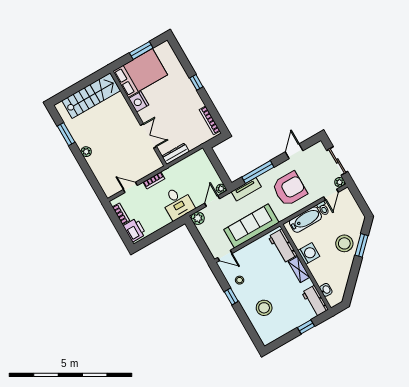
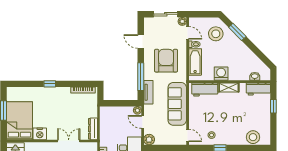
stool: (344, 243) -> (216, 34), moved
door: (225, 256) -> (188, 135), hinge flipped
stool: (264, 308) -> (253, 137), moved

